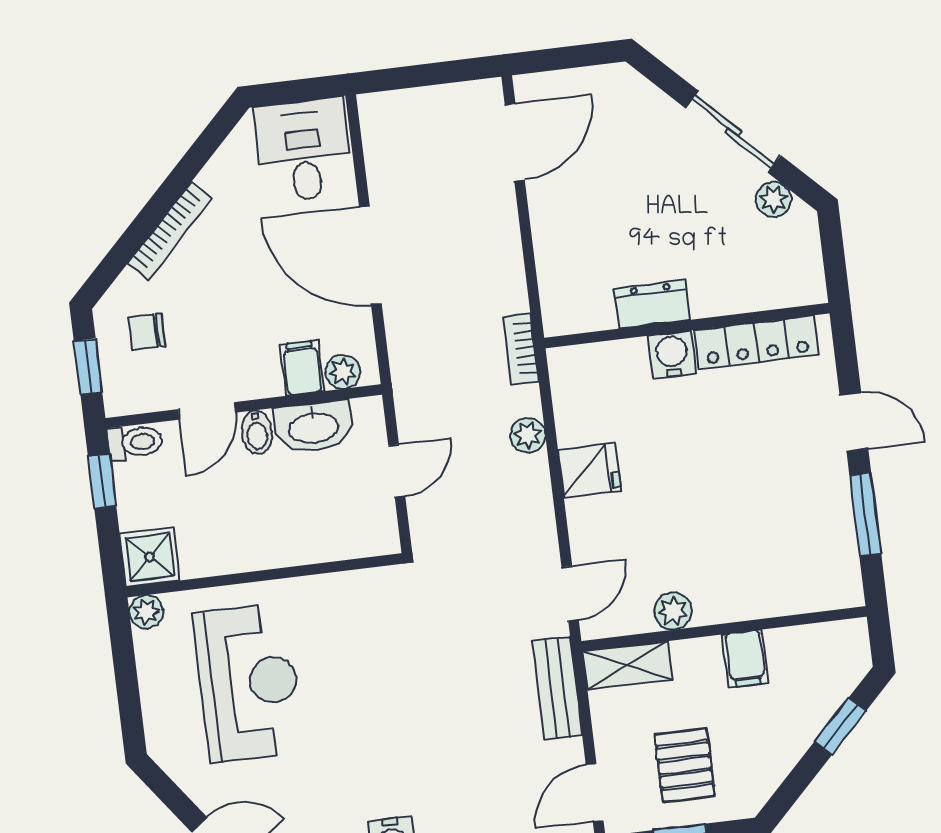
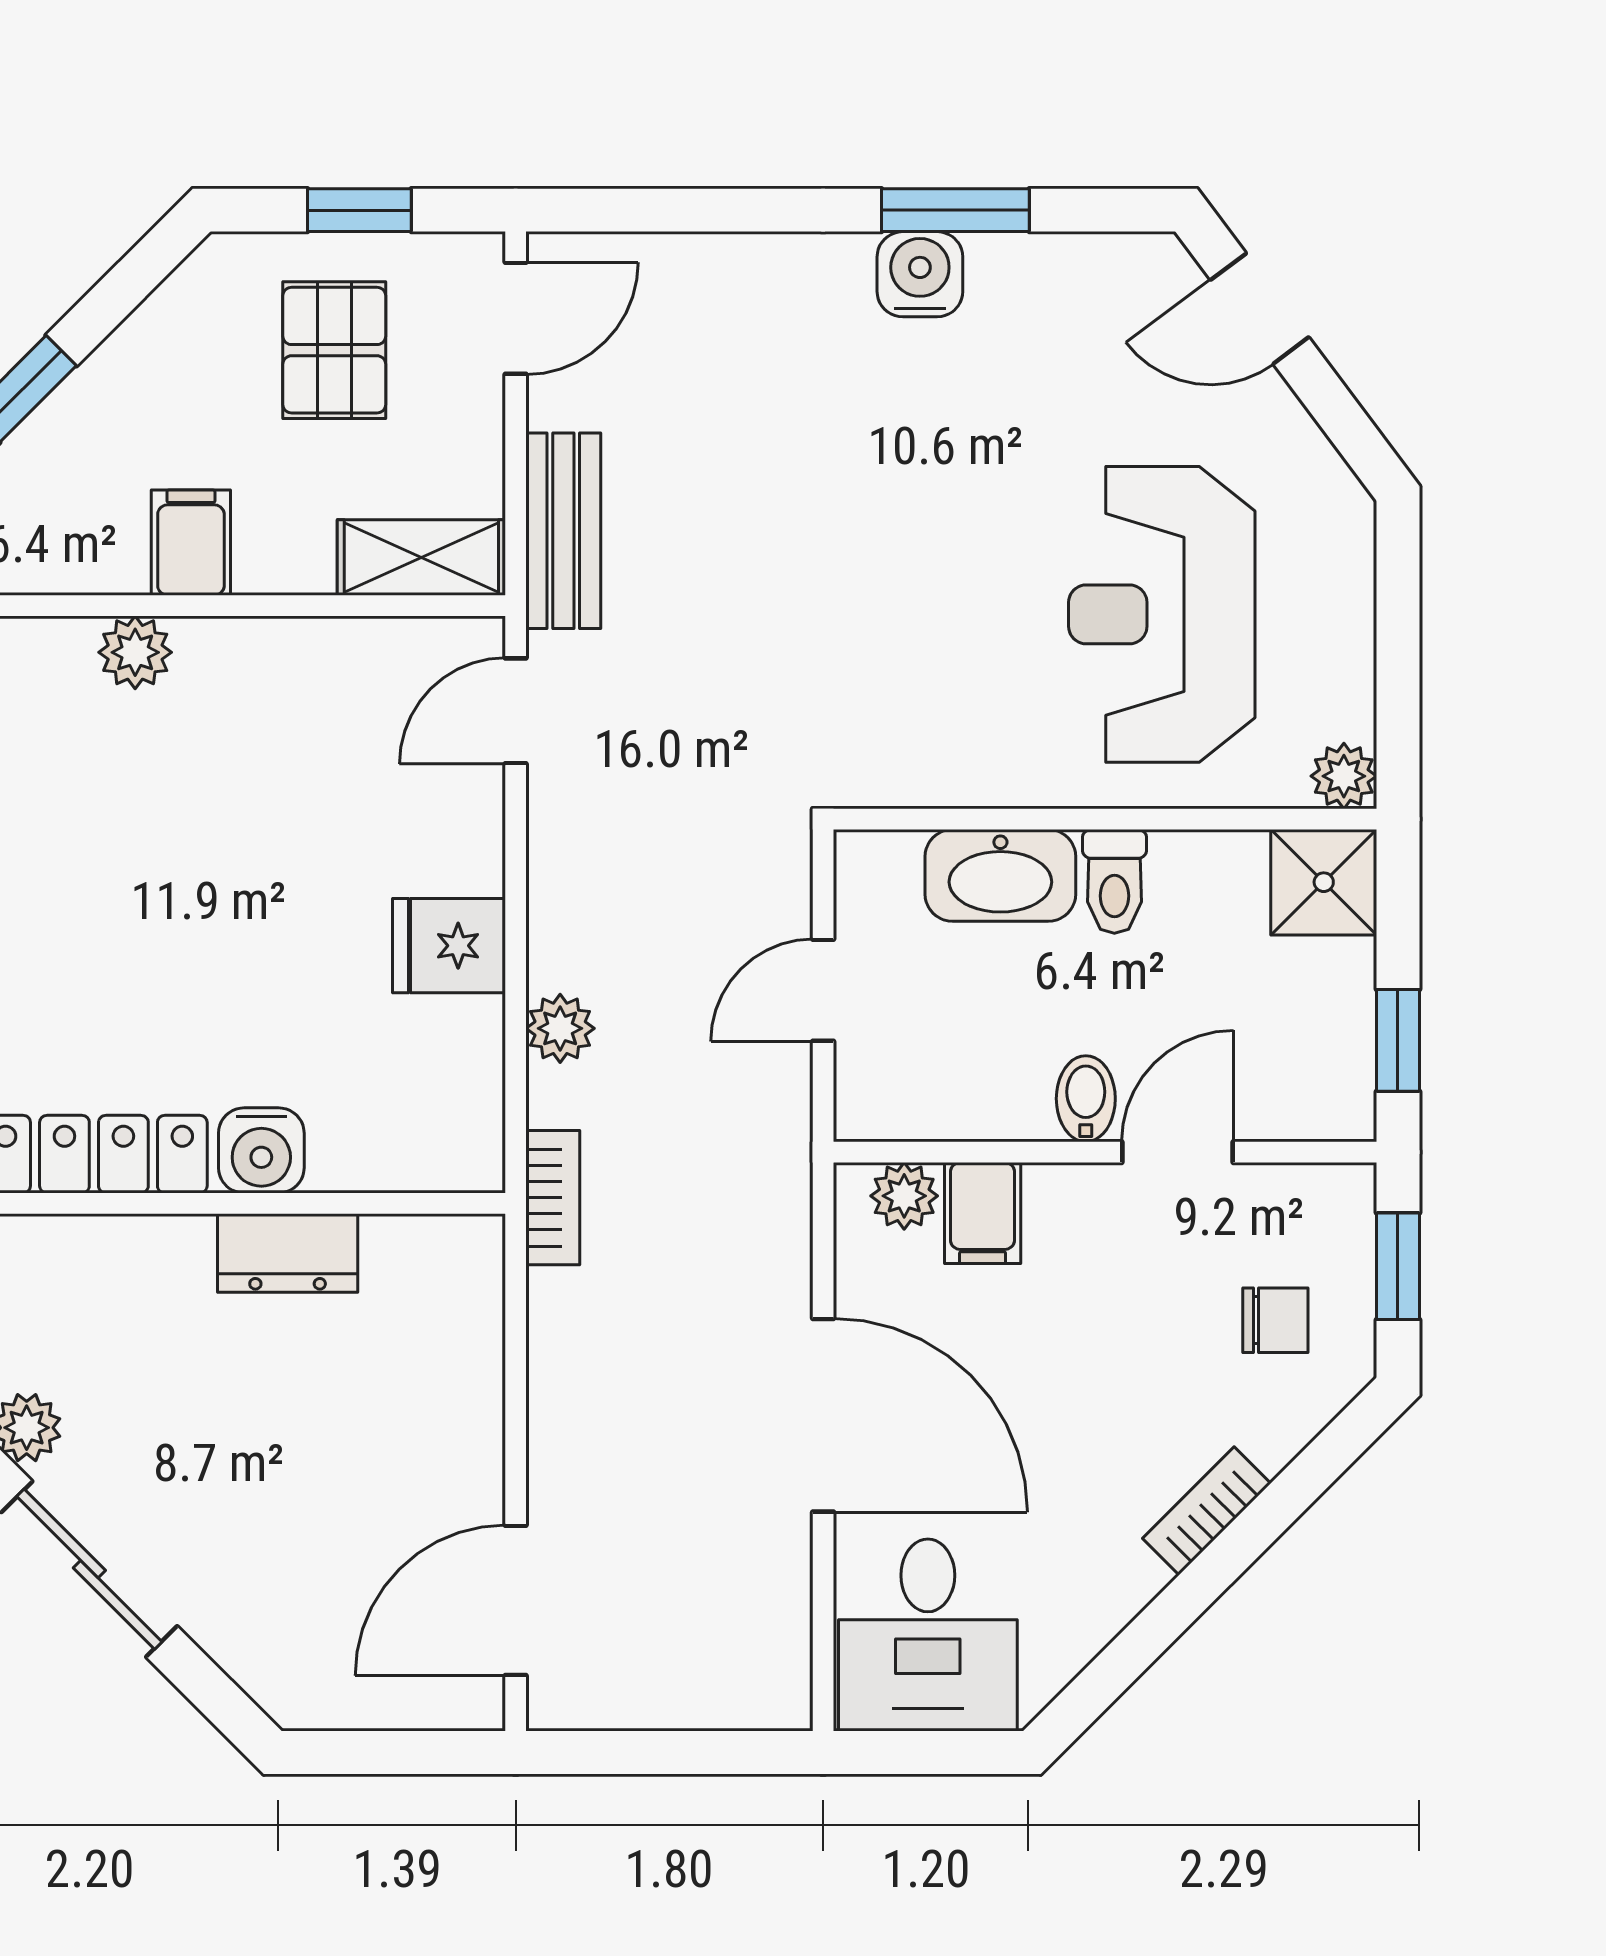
bookcase: (170, 231) -> (1207, 1511), width x0.64
washbasin: (314, 427) -> (1000, 875), moved, turned 180
toilet: (135, 442) -> (1114, 881), moved, turned -90
plant: (673, 611) -> (135, 652), moved

